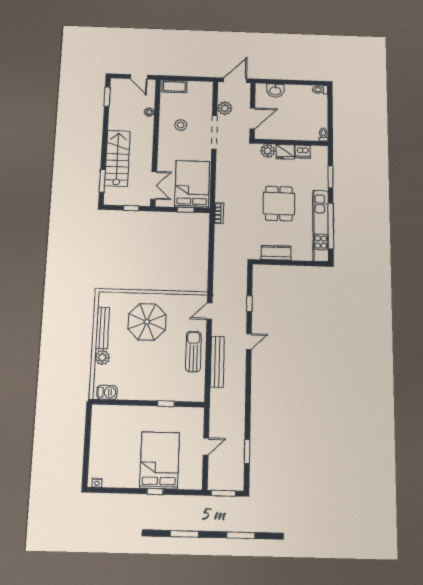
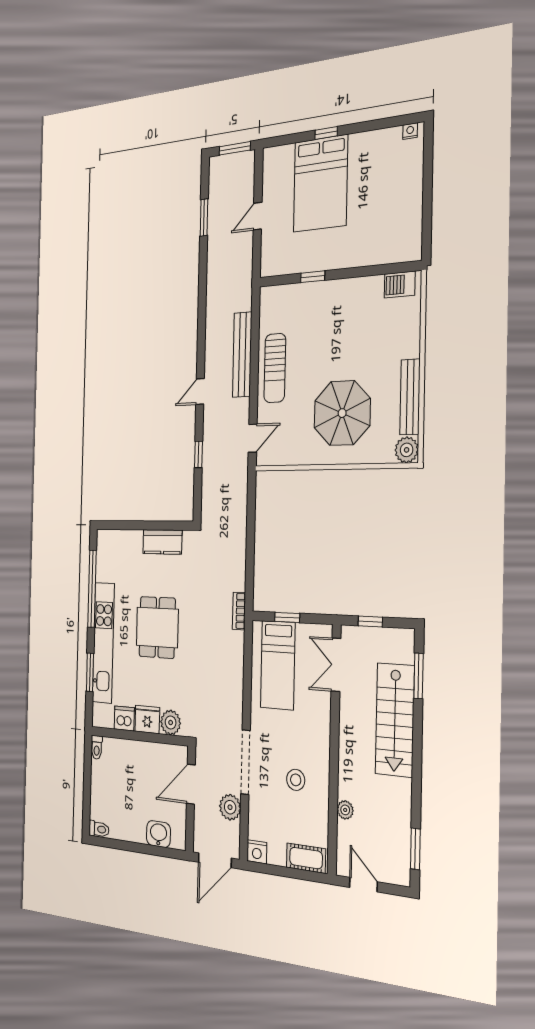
nightstand: (207, 87) -> (257, 852), added
bed: (192, 184) -> (278, 665), width x0.67
kitchen unit: (321, 226) -> (103, 643), moved
plant: (102, 357) -> (407, 450), moved

